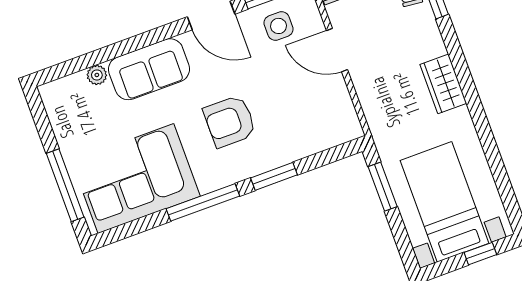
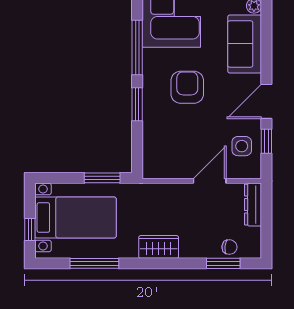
window: (493, 157) -> (94, 263), added

